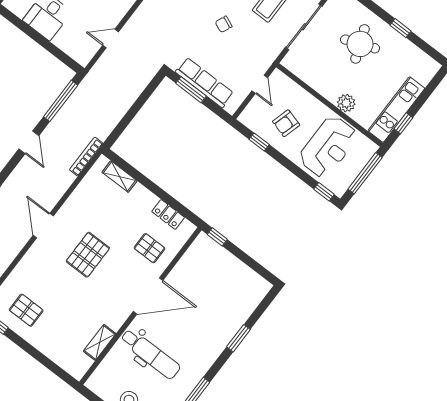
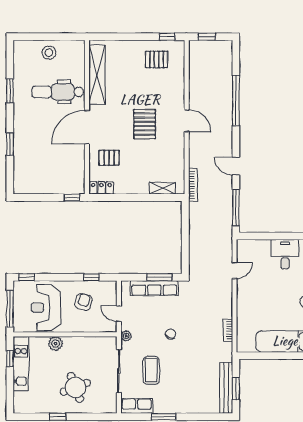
plant: (270, 56) -> (126, 336), added
locker: (168, 214) -> (101, 188), moved
shelving: (100, 342) -> (97, 75), width x2.20, depth x1.33

